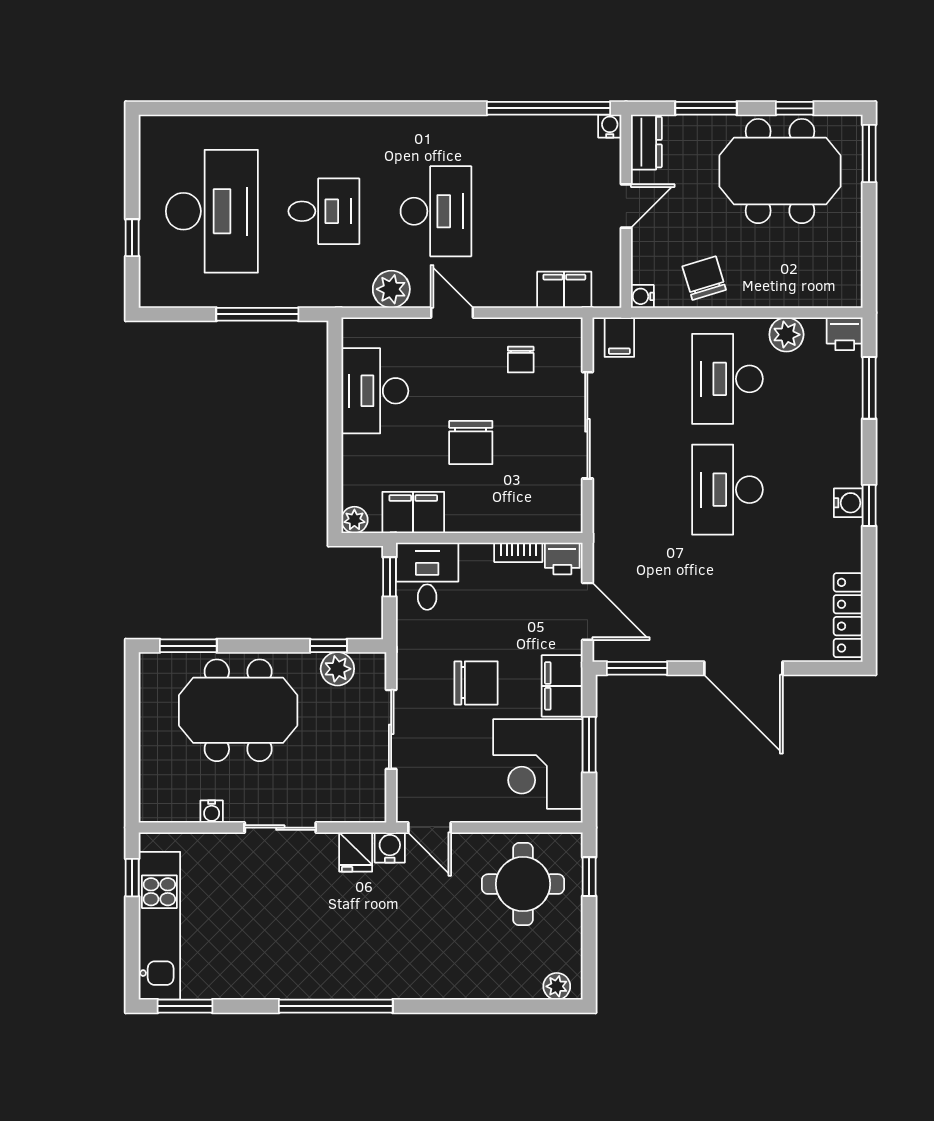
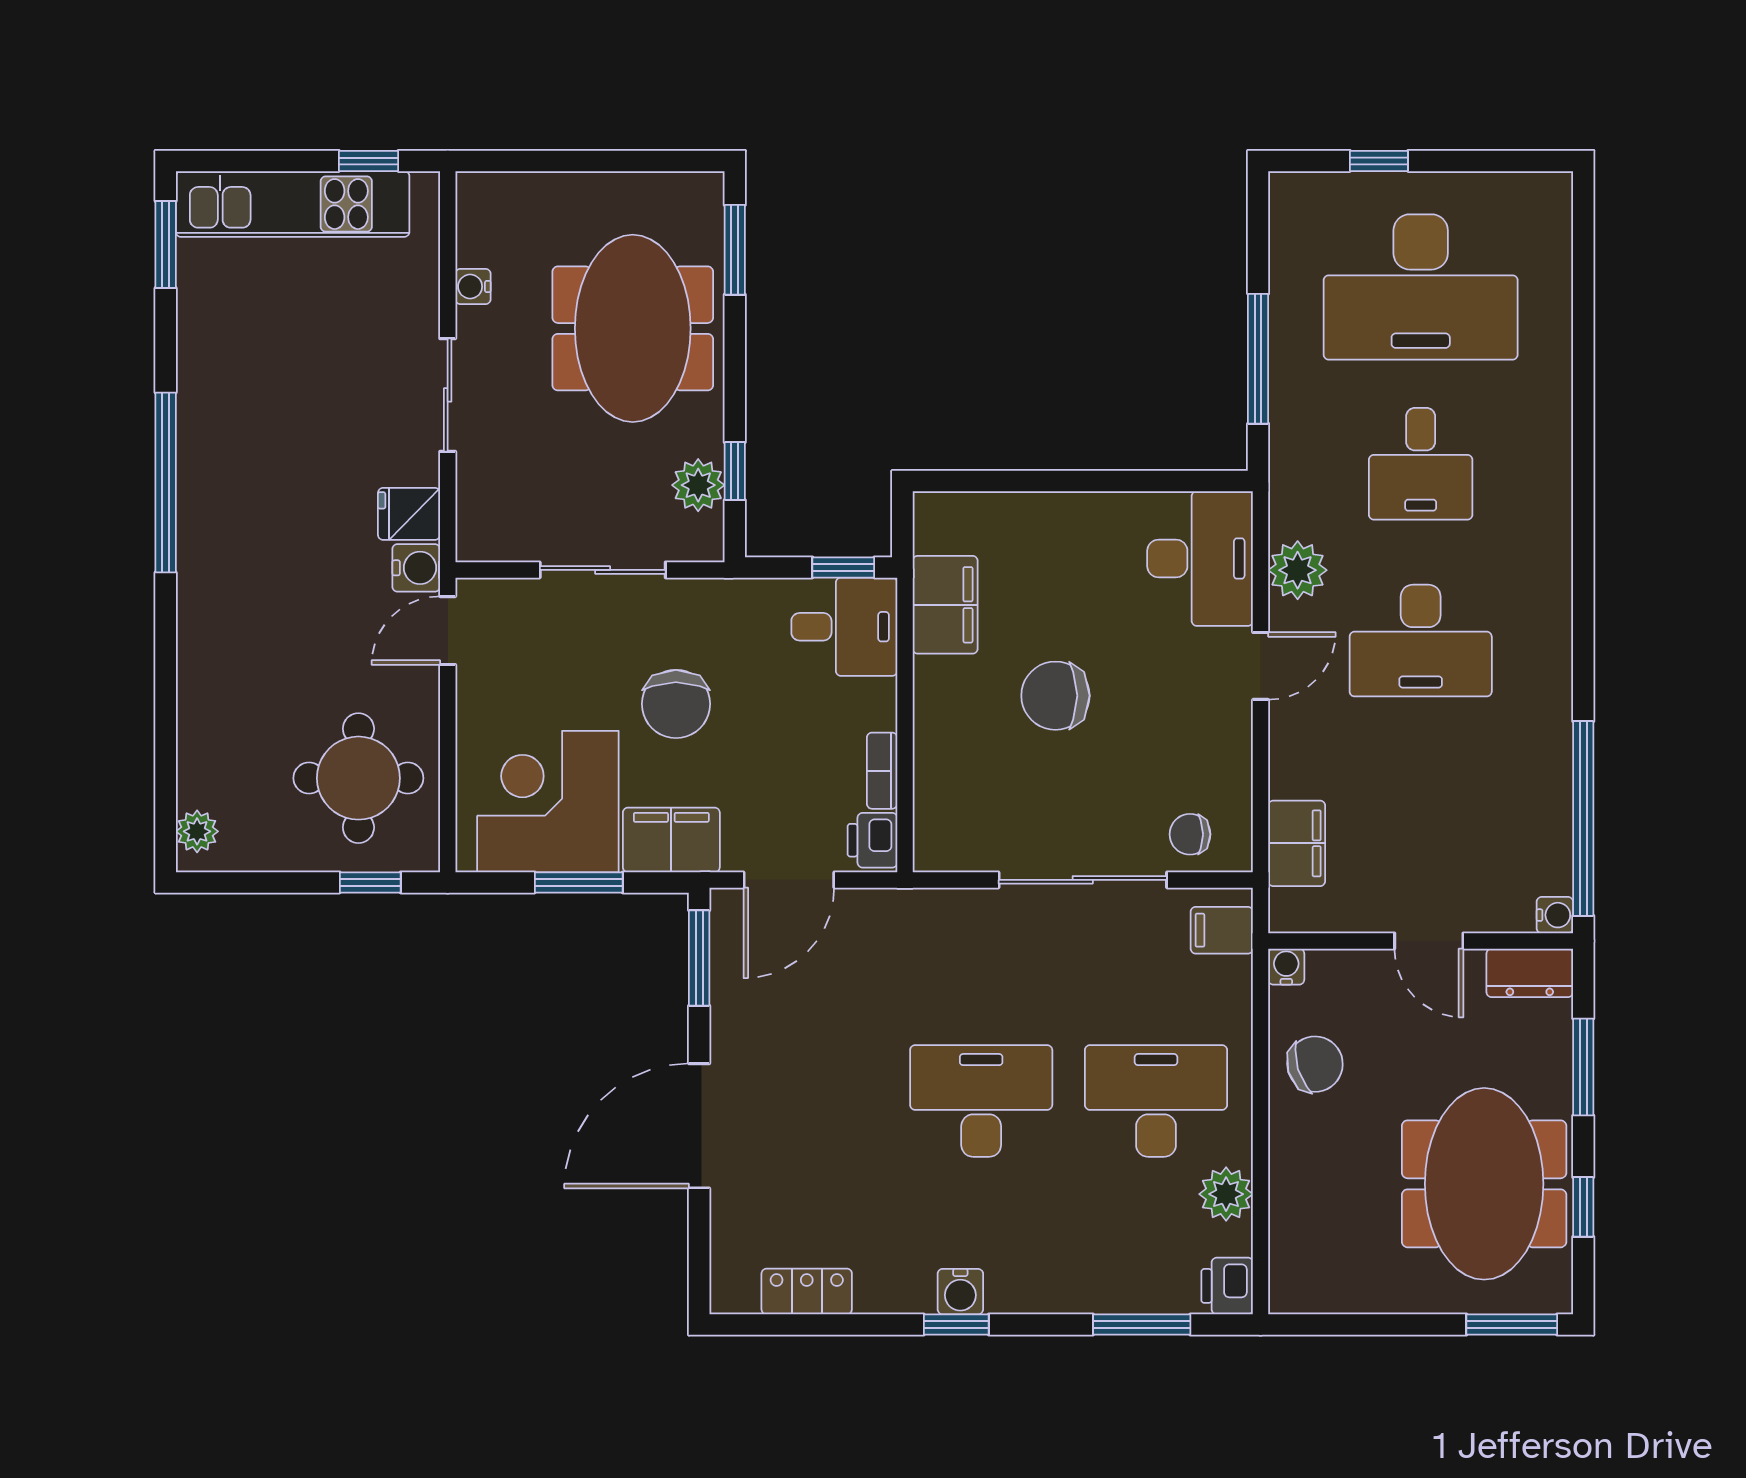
chair: (521, 360) -> (1190, 834), moved
desk: (375, 391) -> (1200, 559), moved, turned 90
plant: (354, 520) -> (933, 512), removed
locker: (848, 615) -> (807, 1291), width x0.66

